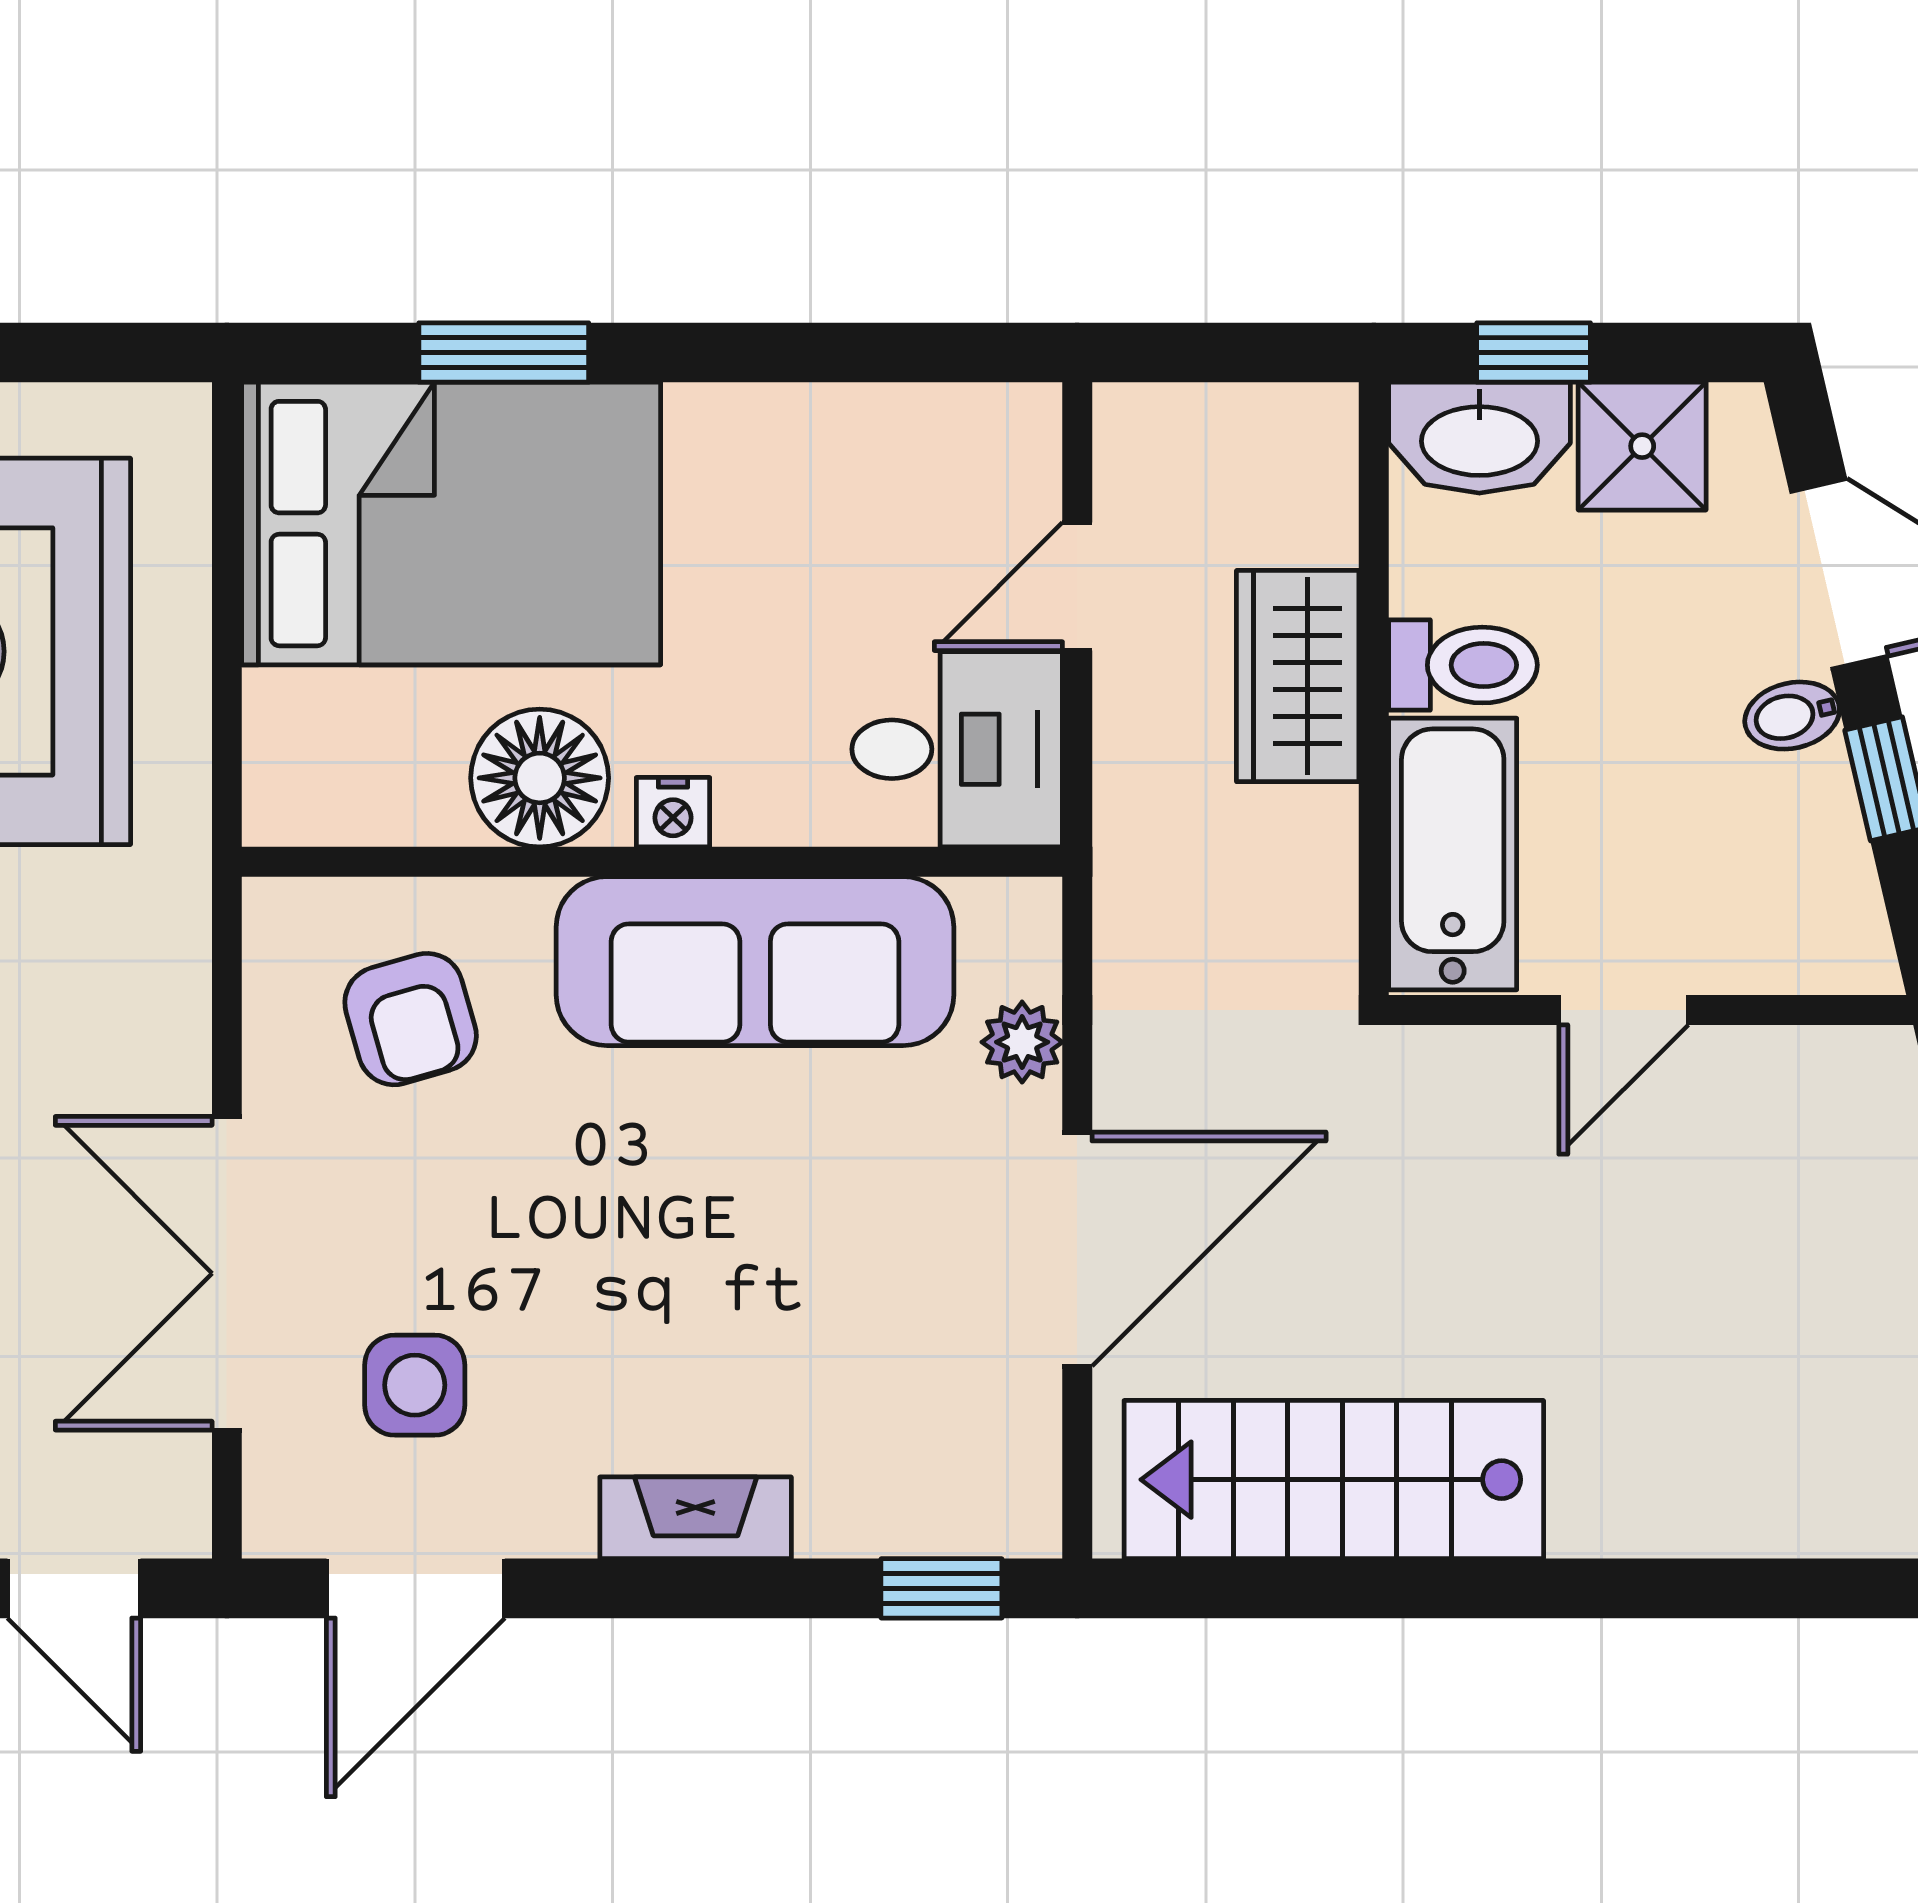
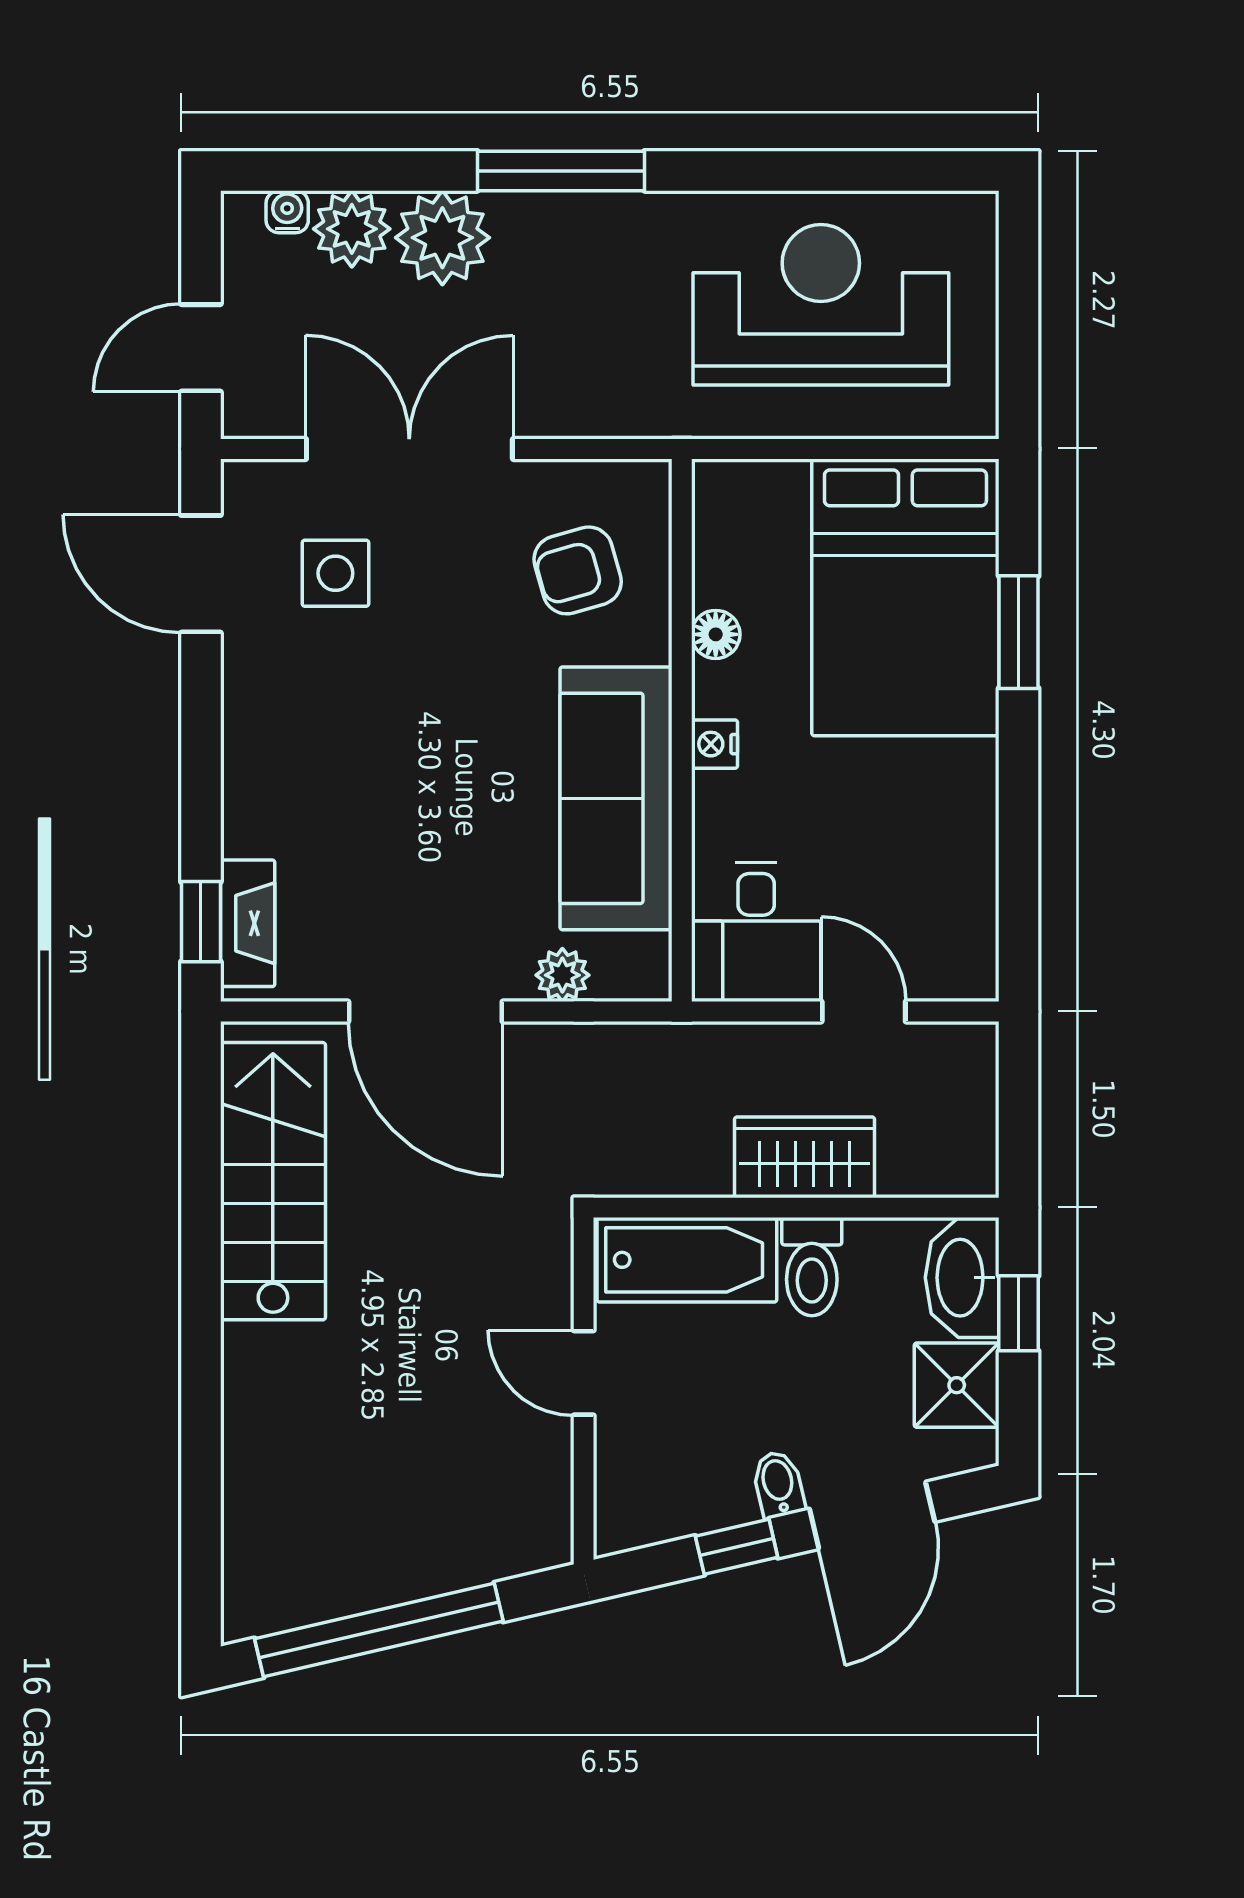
floor lamp: (540, 778) -> (716, 634), width x0.53, depth x0.53
fireplace: (696, 1518) -> (248, 923), moved

